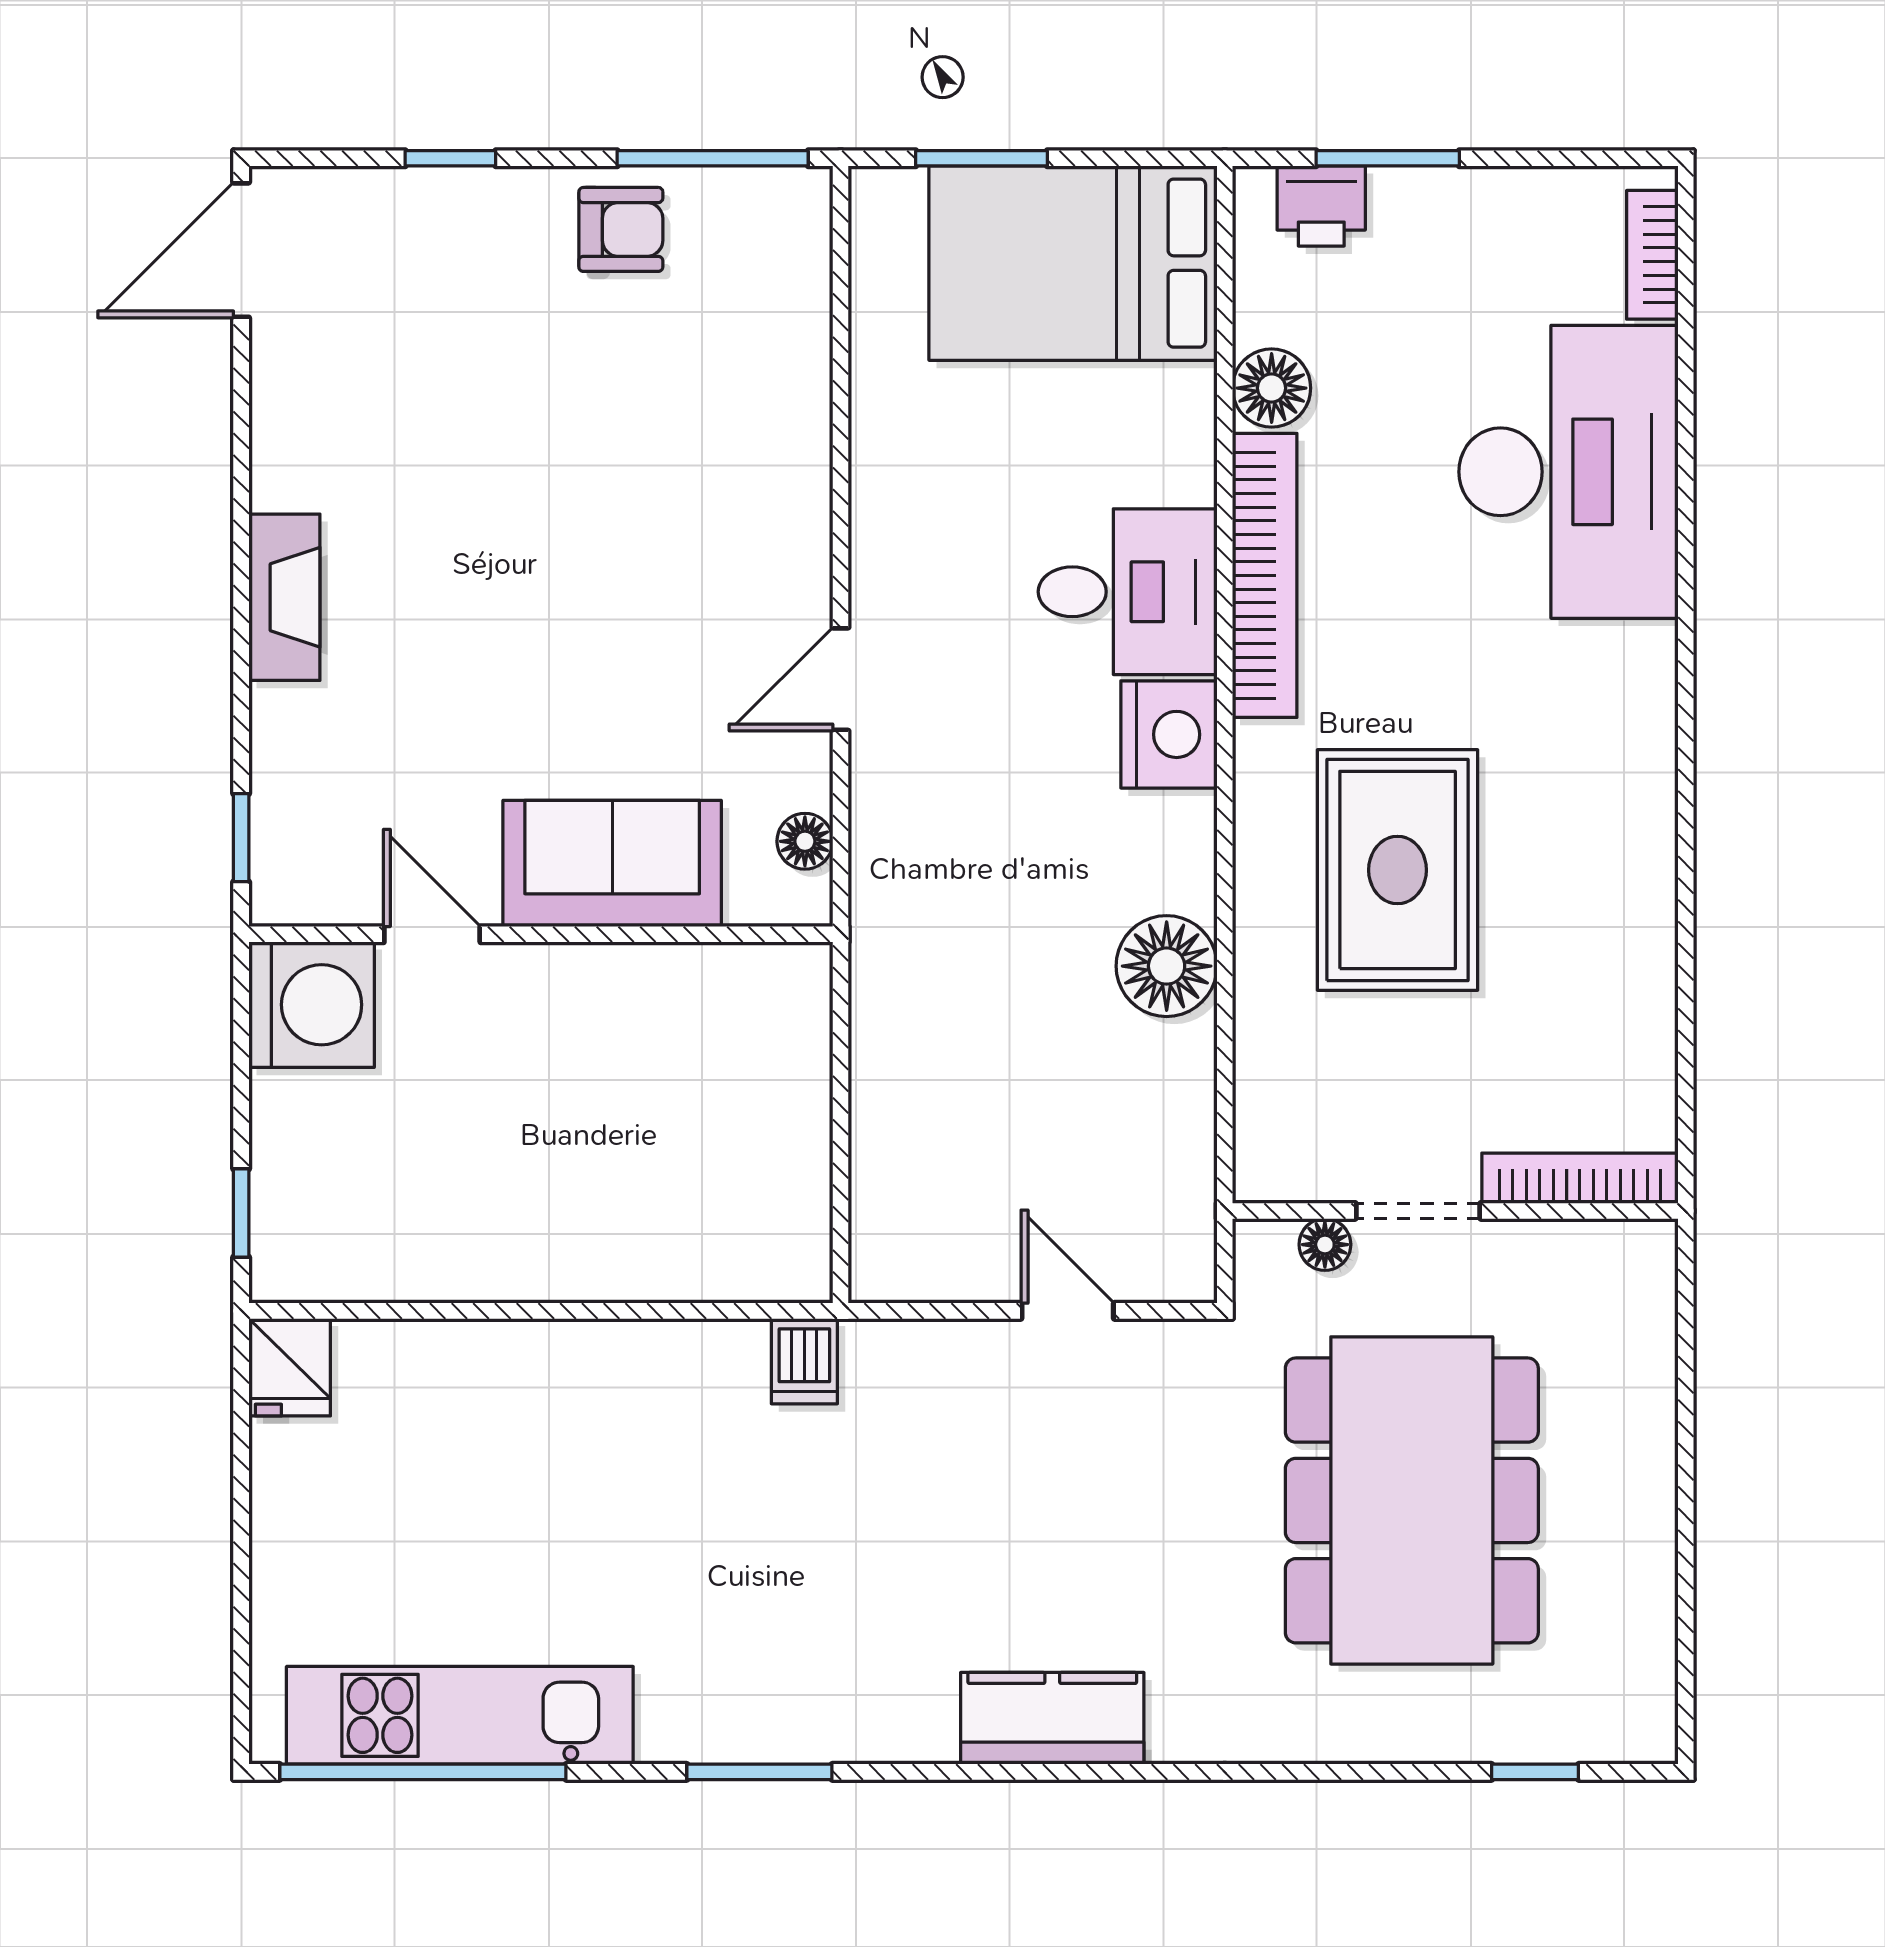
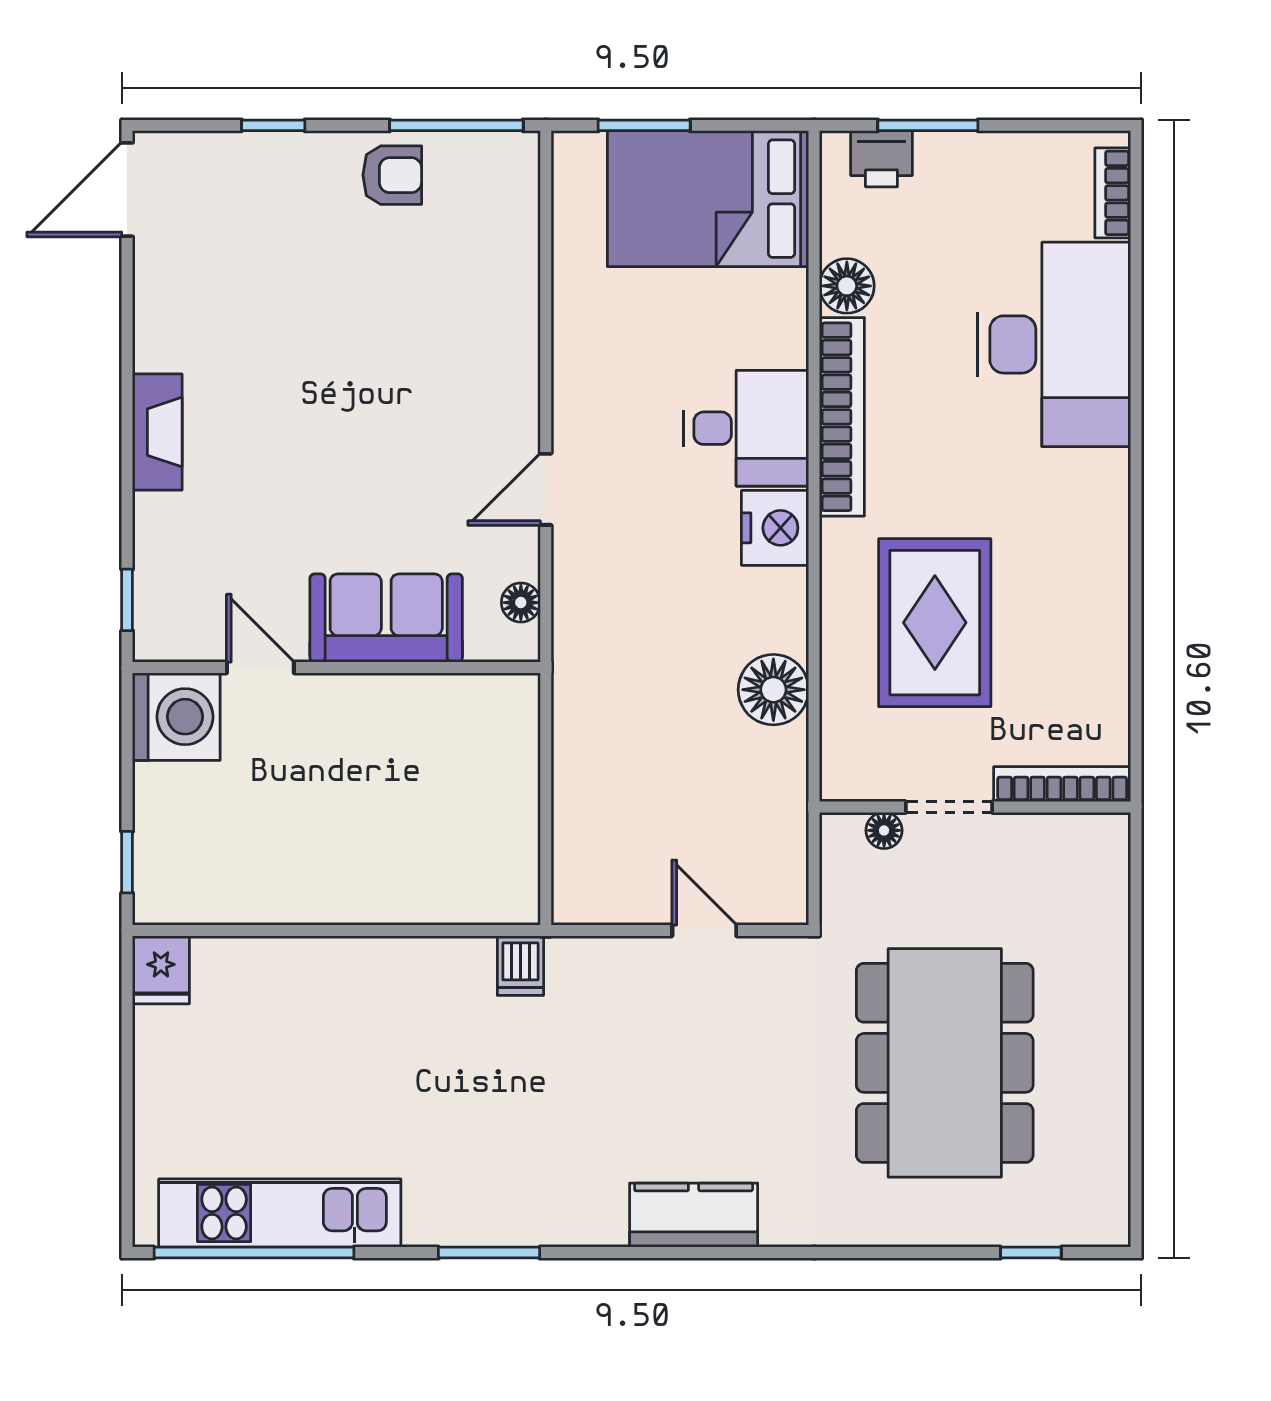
bookcase: (1580, 1178) -> (1062, 784), moved
doorway: (1418, 1211) -> (949, 807), moved
wall: (1455, 1211) -> (975, 807), moved
floor lamp: (1325, 1245) -> (884, 830), moved

